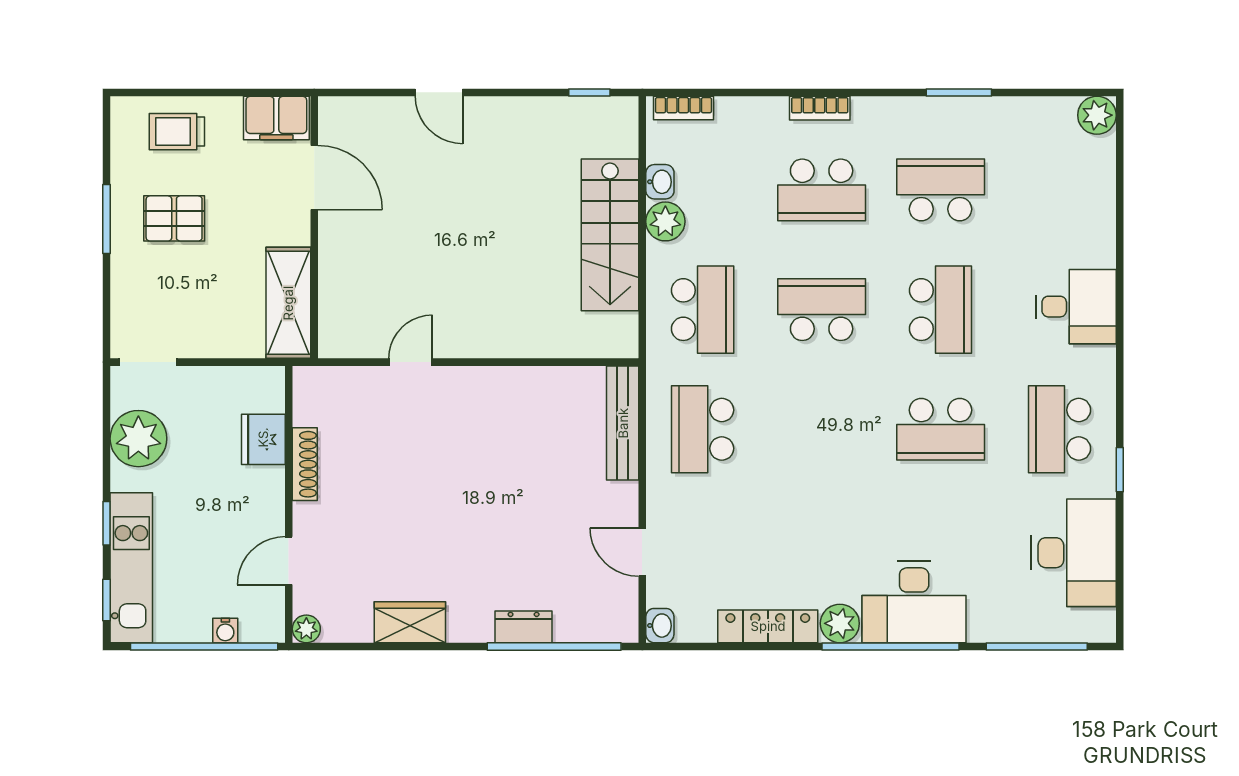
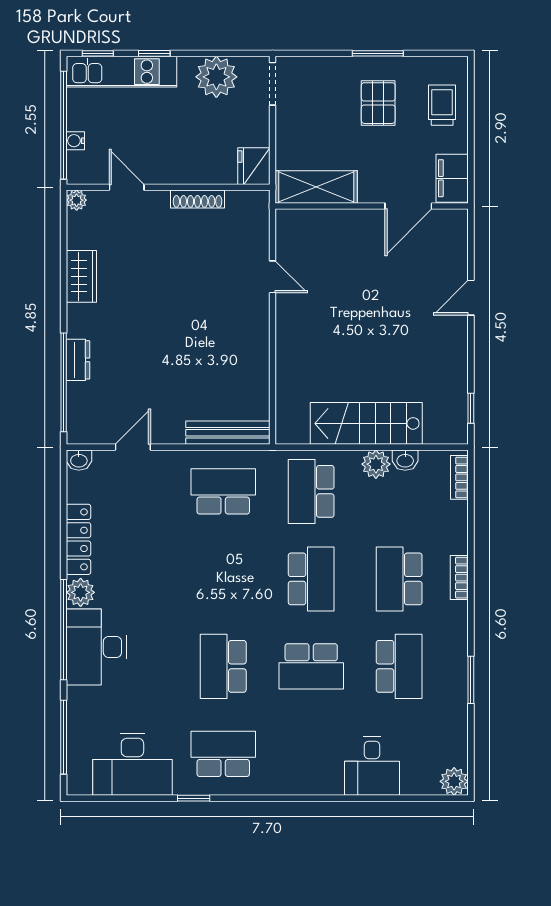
desk: (1076, 307) -> (372, 766), moved
school desk: (703, 310) -> (311, 491), turned 90
fridge: (263, 439) -> (254, 166), moved, turned -90

